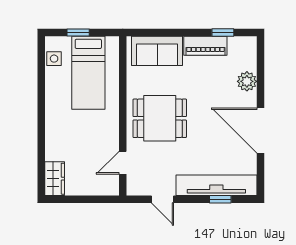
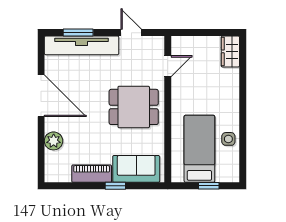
window: (223, 33) -> (115, 186), moved
side table: (54, 59) -> (228, 139), moved
window: (220, 199) -> (78, 33), width x1.50

